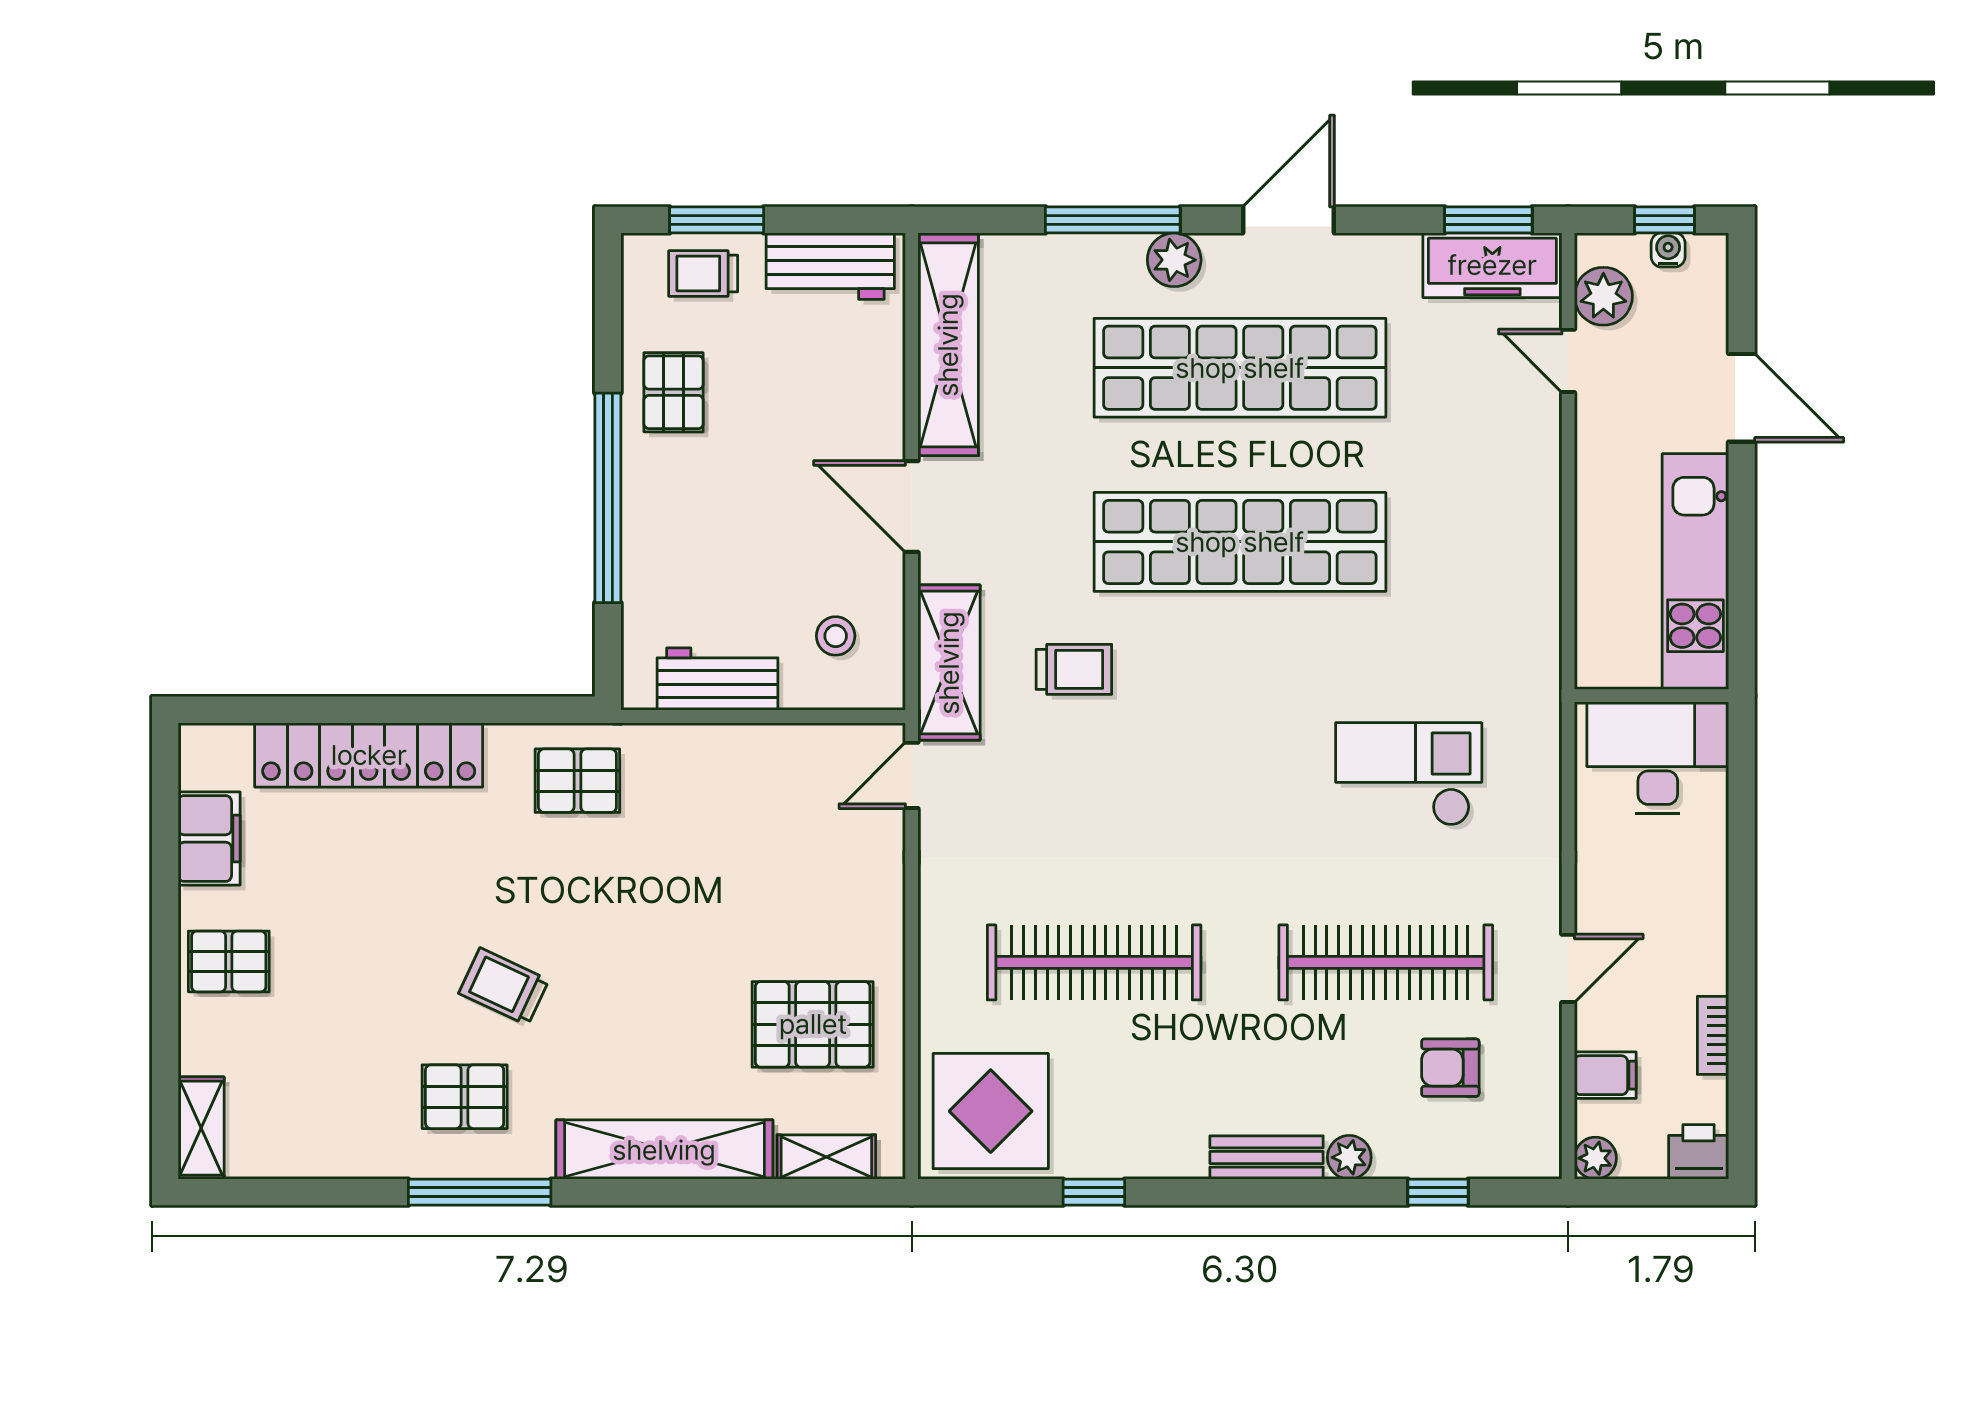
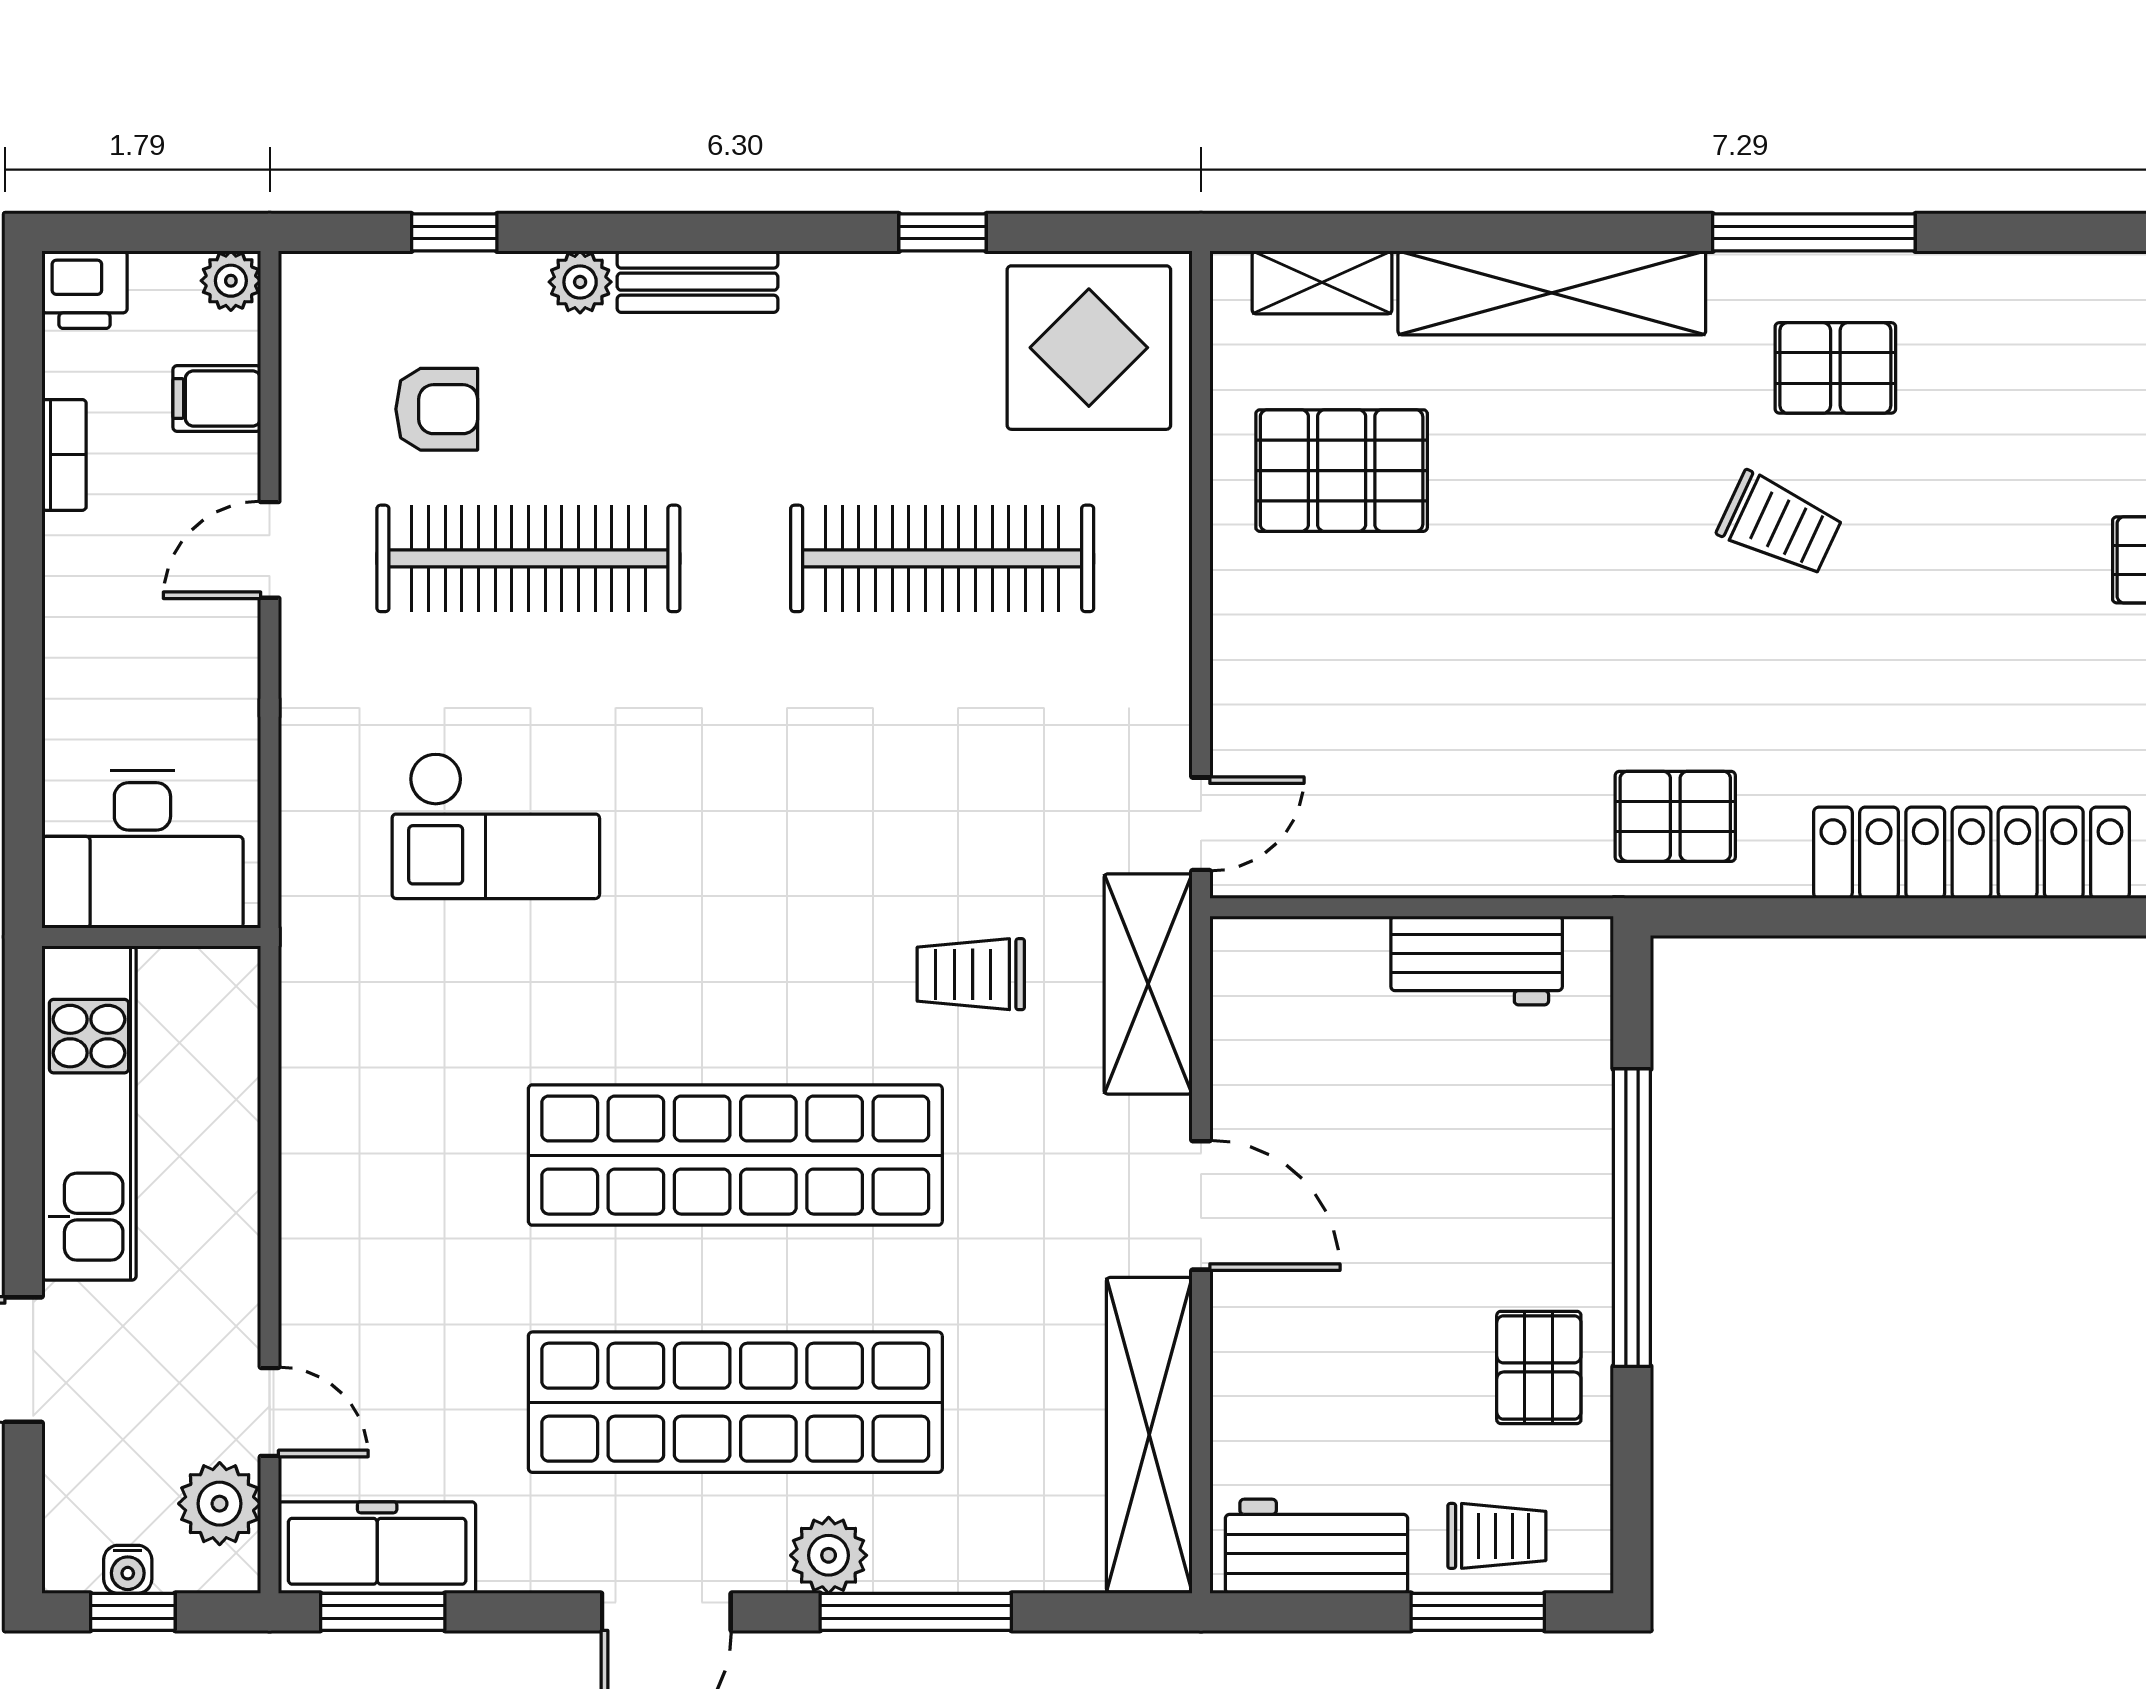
stool: (836, 636) -> (1309, 1022), removed

